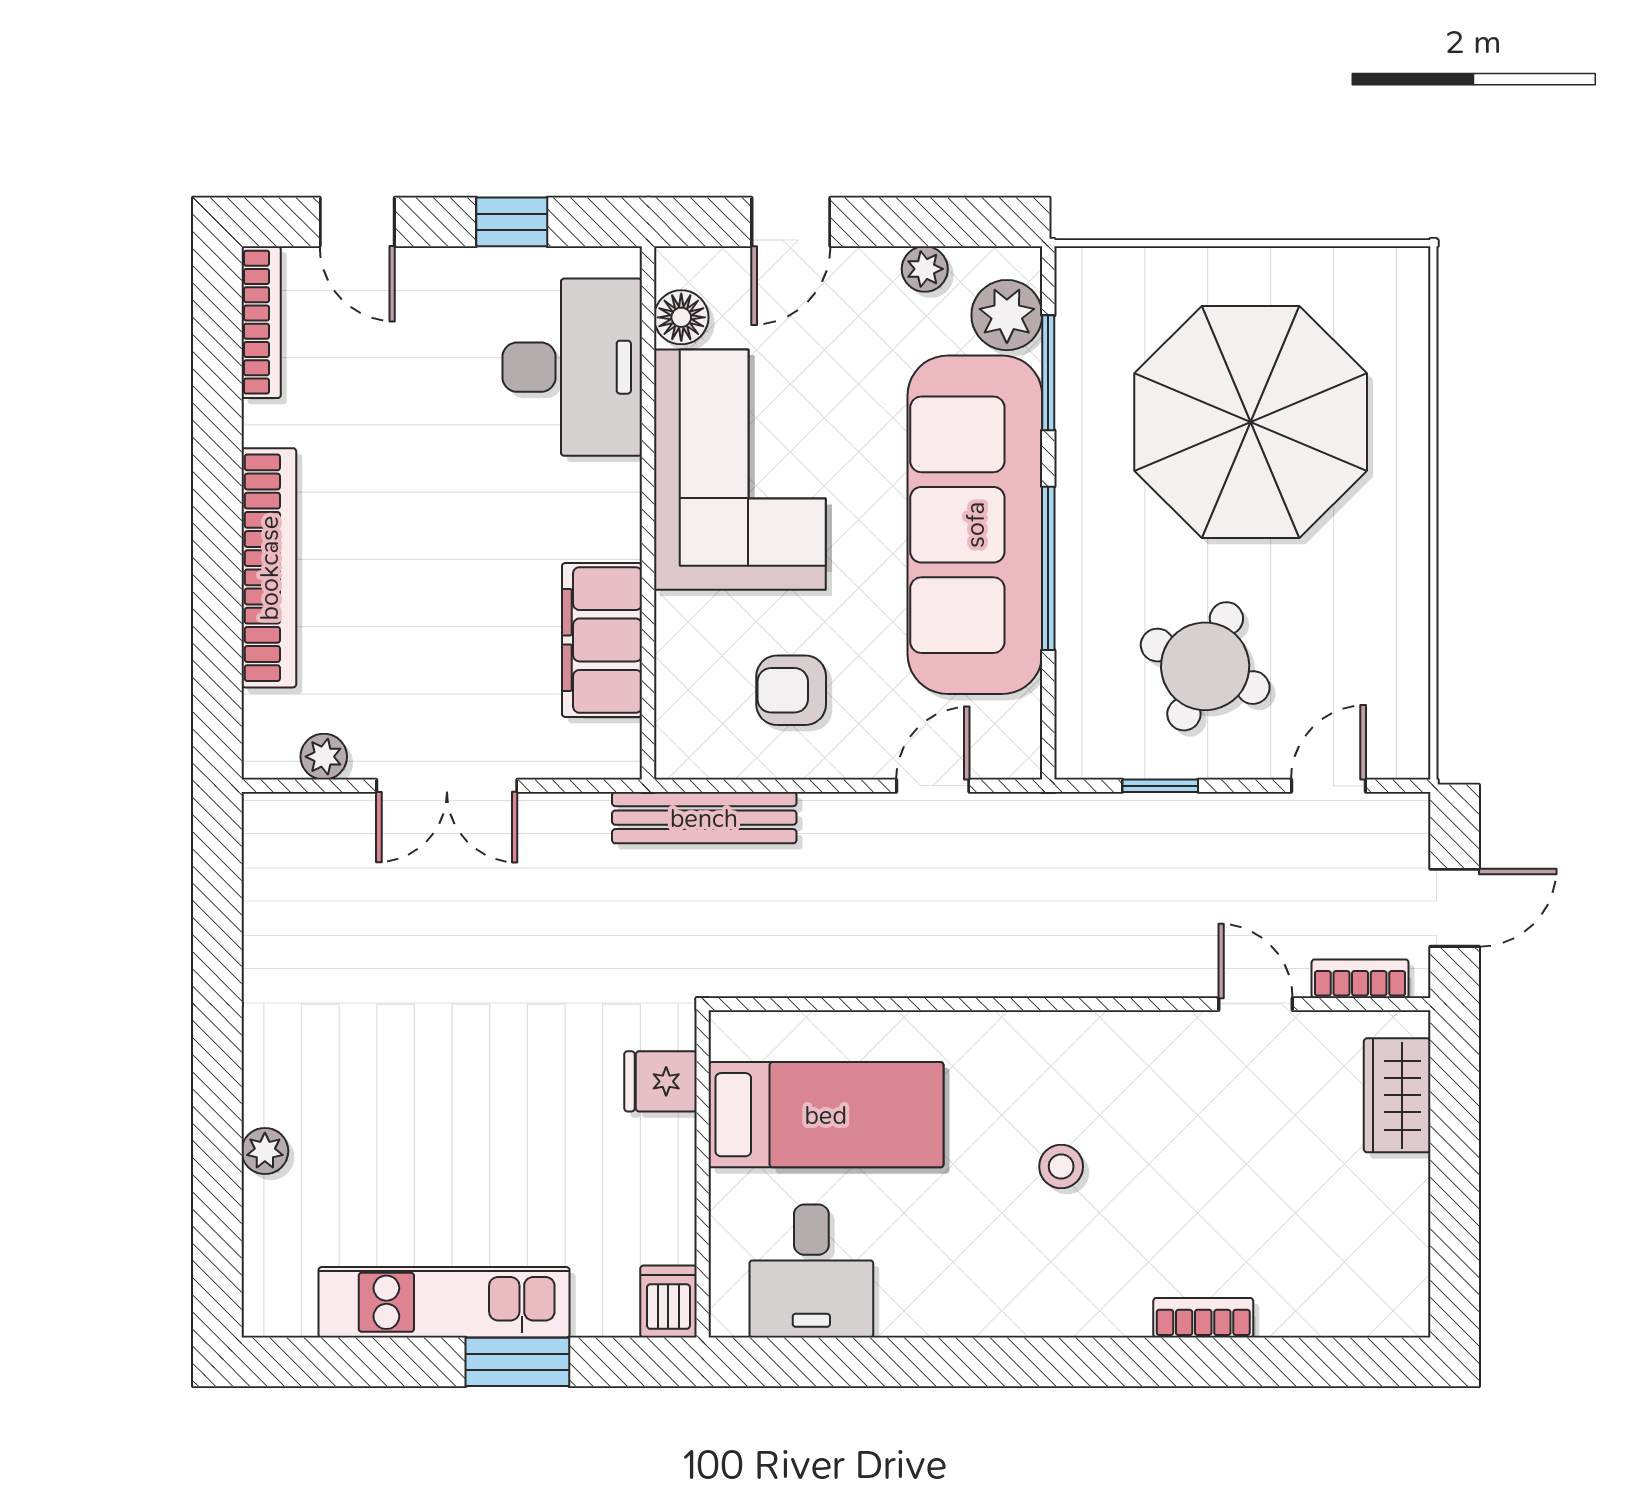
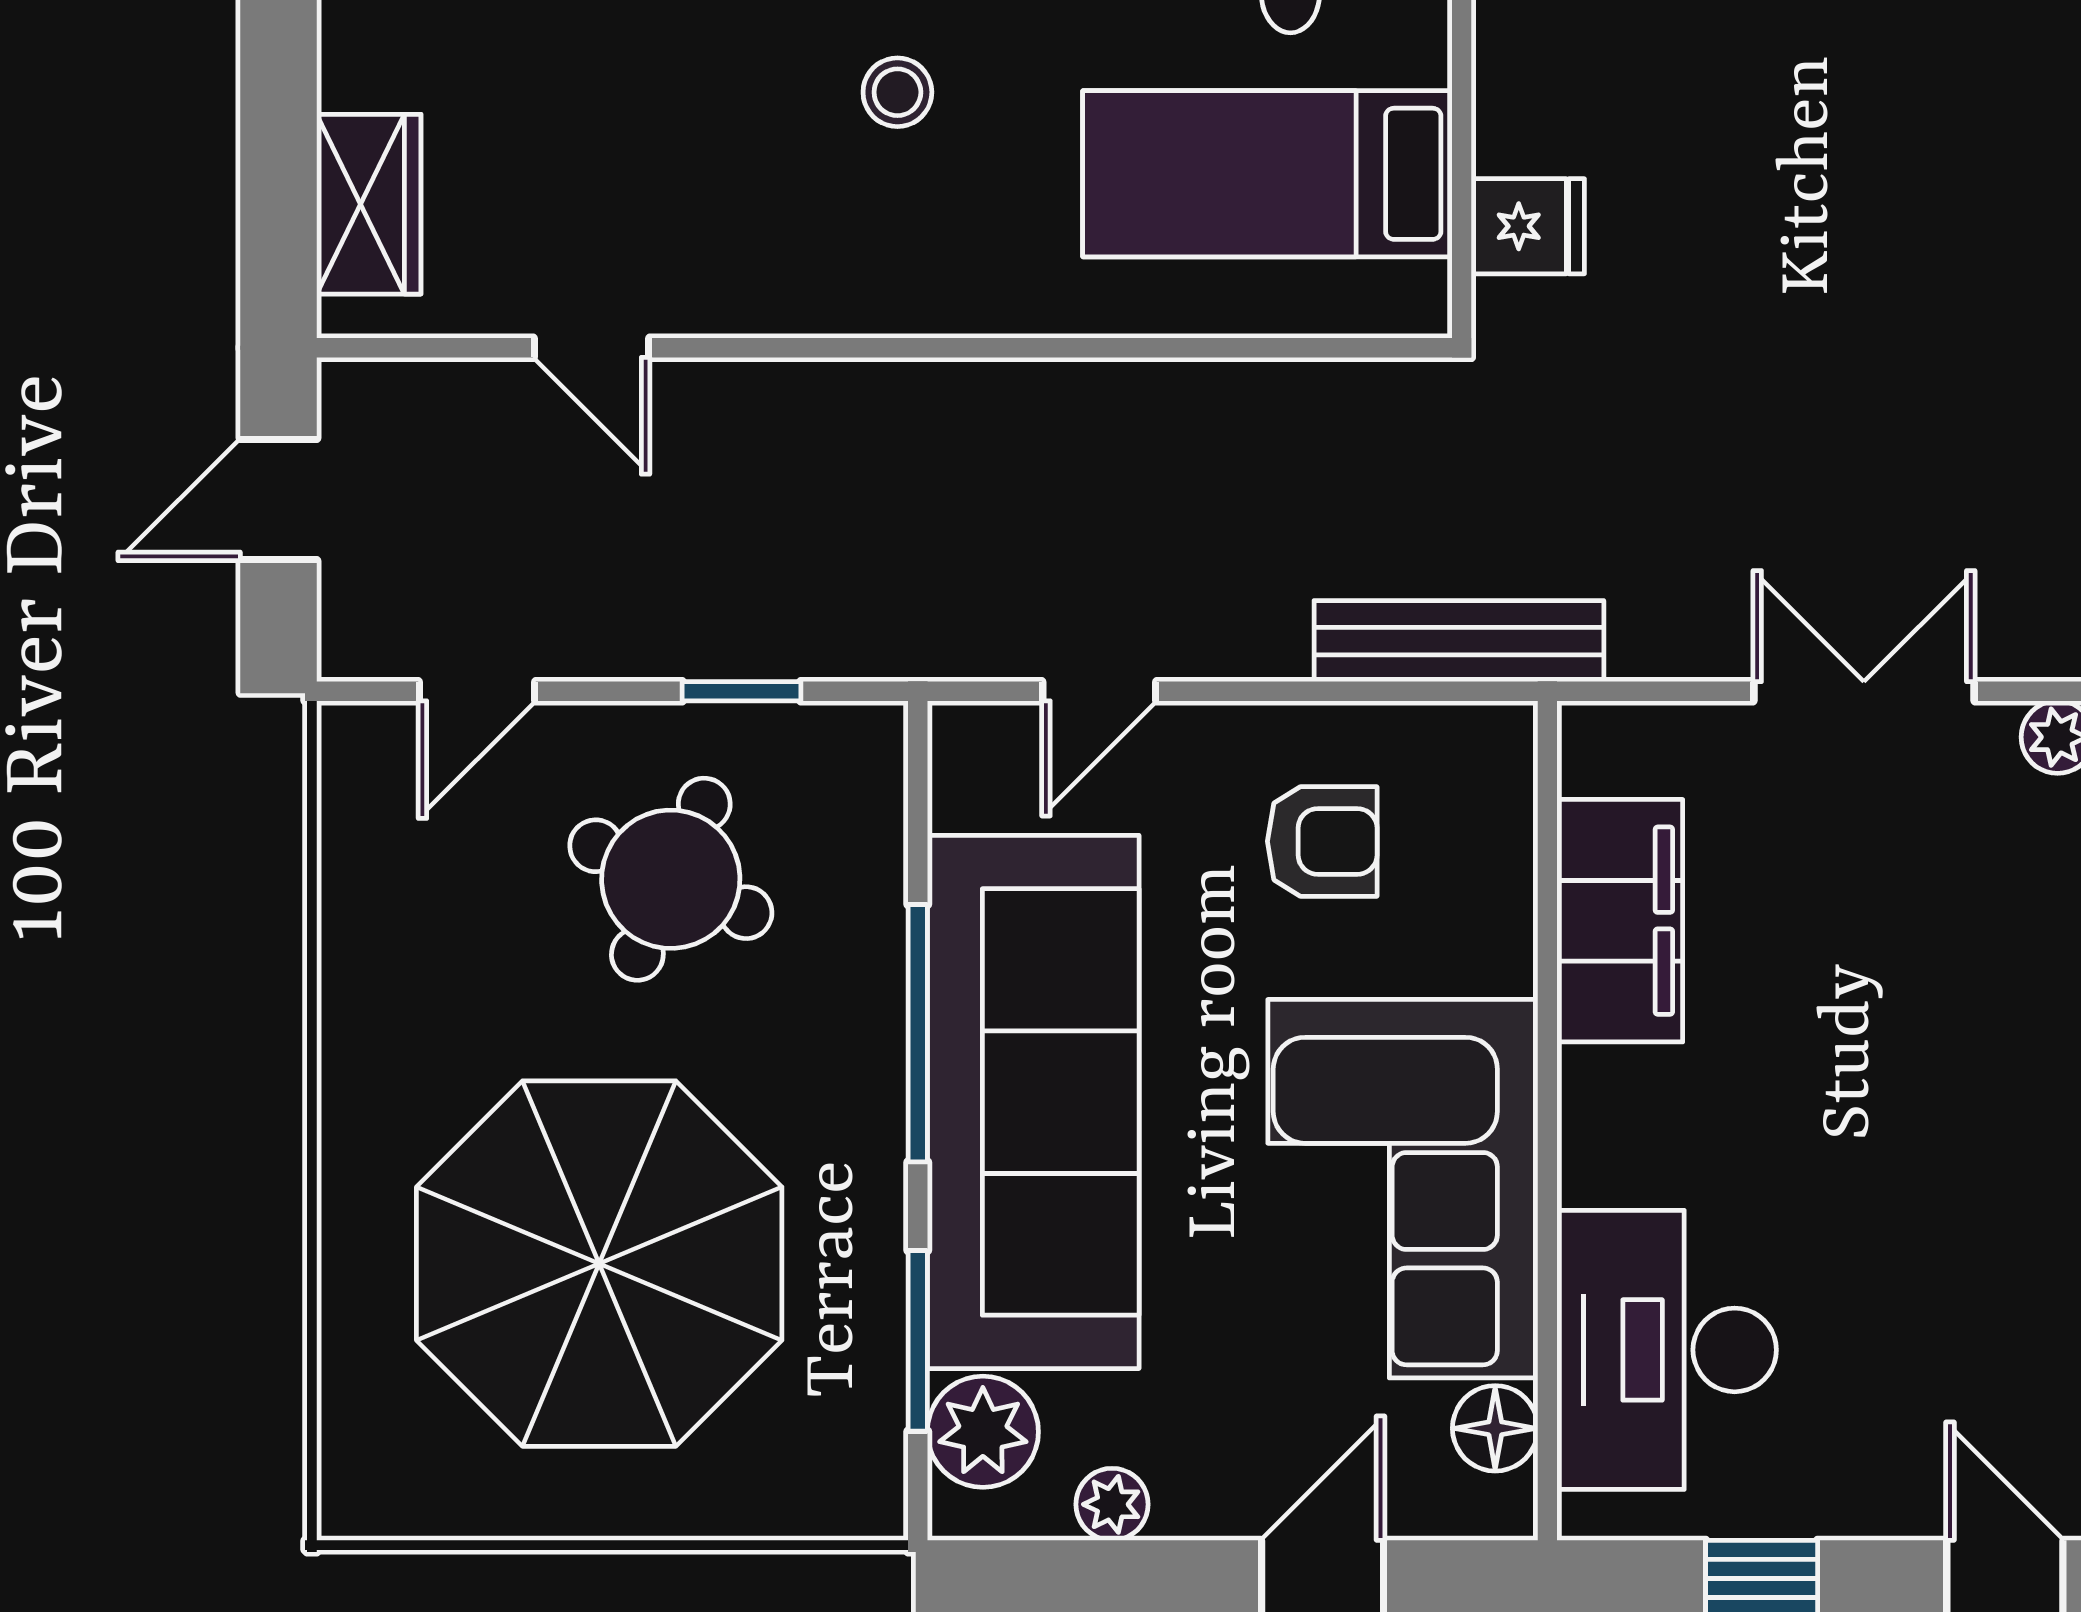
bookcase: (1360, 979) -> (427, 388), removed

